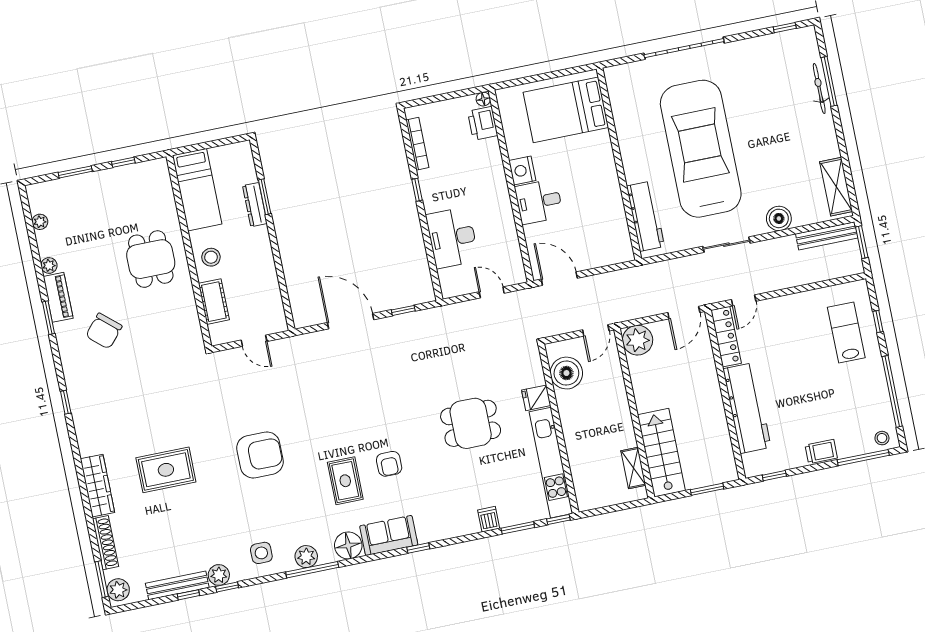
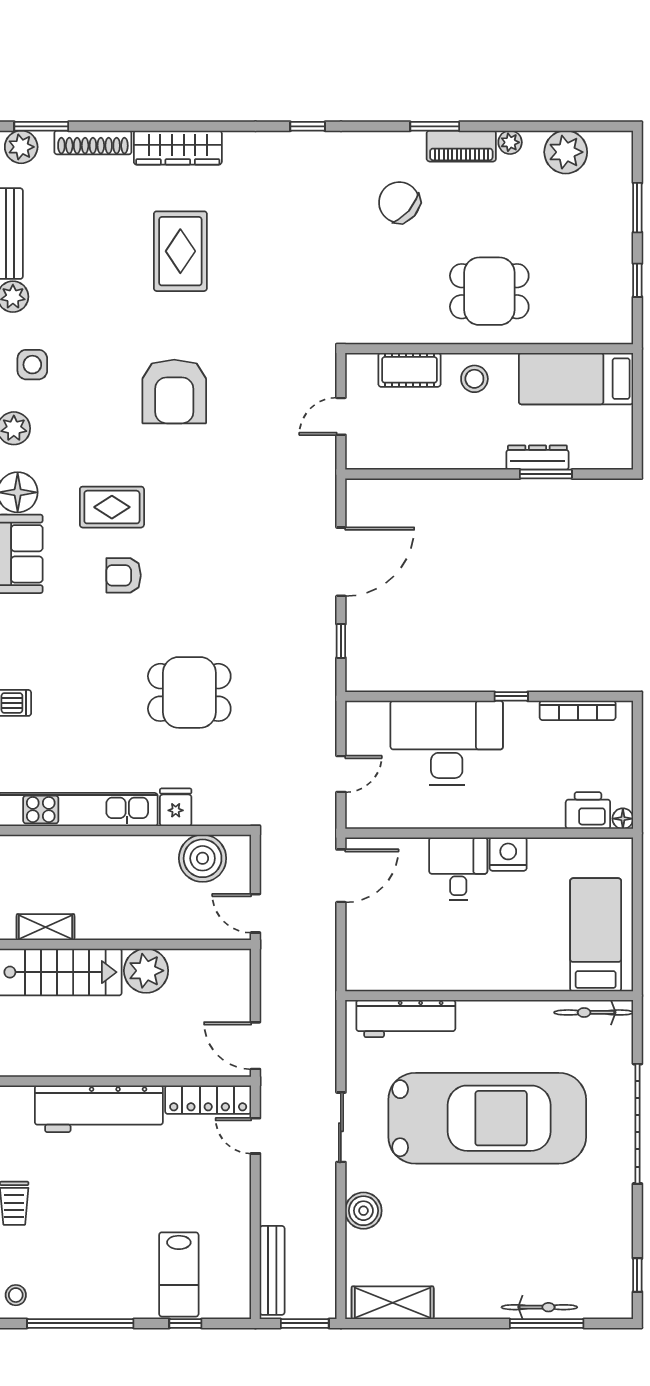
bicycle: (616, 92) -> (594, 1012), added
bed: (566, 110) -> (596, 935), width x0.67
plant: (40, 222) -> (566, 152), width x1.87, depth x1.87
bench: (827, 236) -> (272, 1270), moved
desk: (452, 238) -> (447, 743), width x1.36, depth x1.30
lab bench: (846, 333) -> (179, 1274), turned 90
plant: (638, 340) -> (146, 971), moved
dining table: (471, 423) -> (189, 692), moved, turned 90

